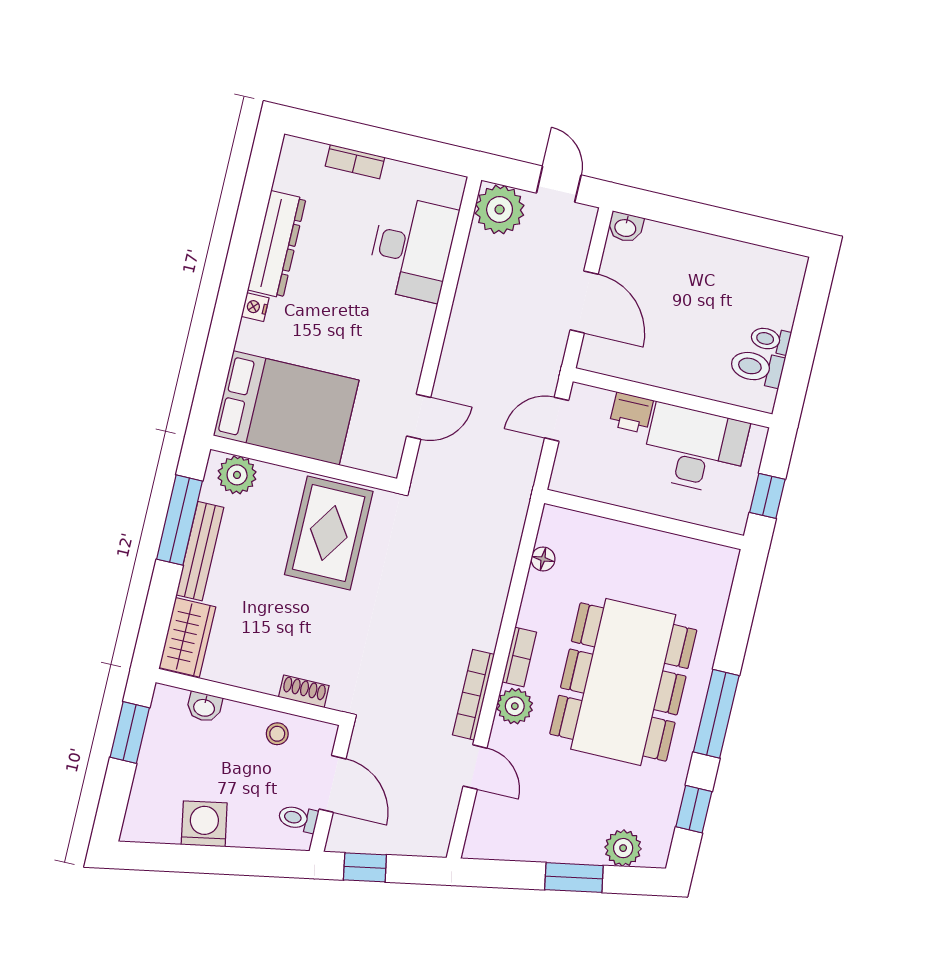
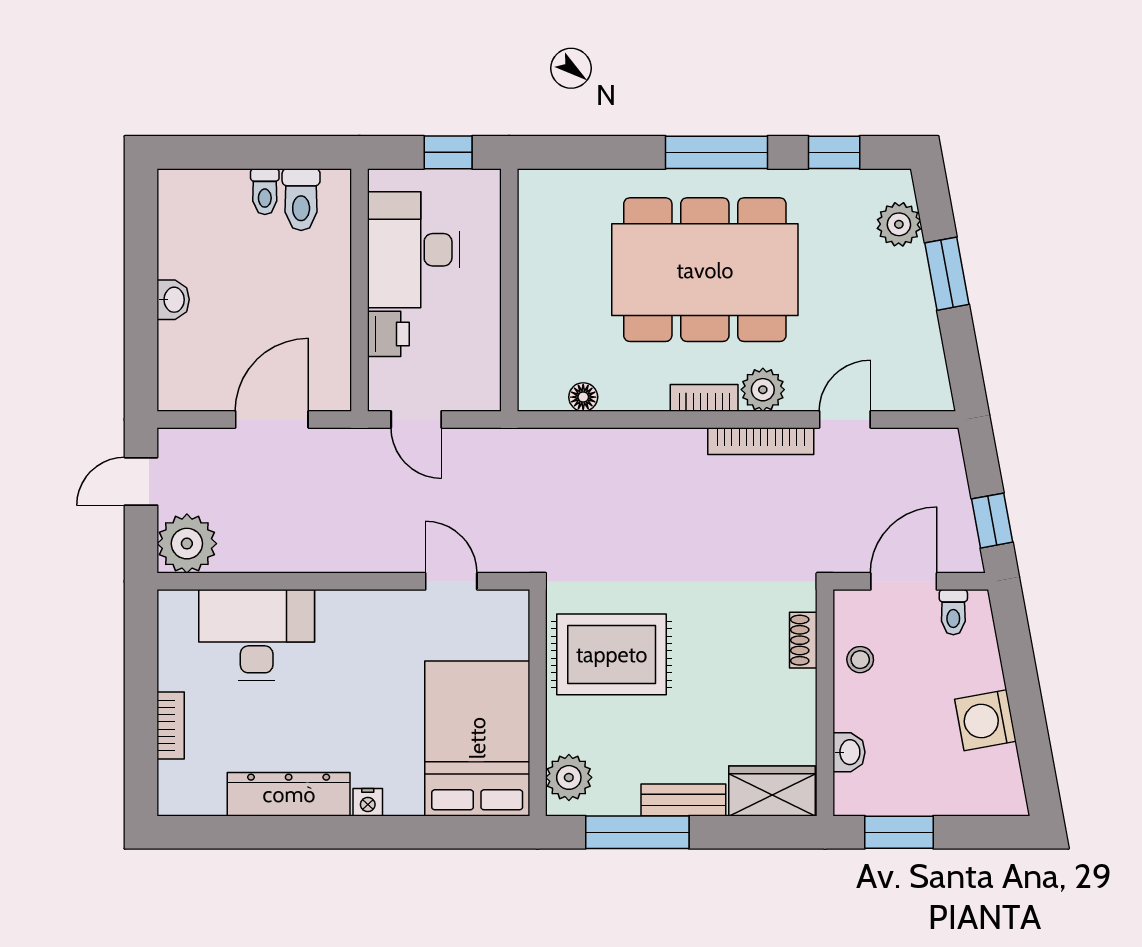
washbasin: (625, 227) -> (173, 300), moved
bench: (200, 551) -> (683, 800), width x0.73

